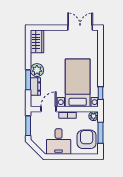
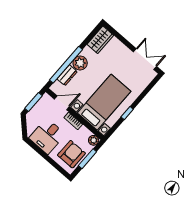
window: (28, 80) -> (66, 65), width x2.11
window: (101, 93) -> (127, 113), moved

